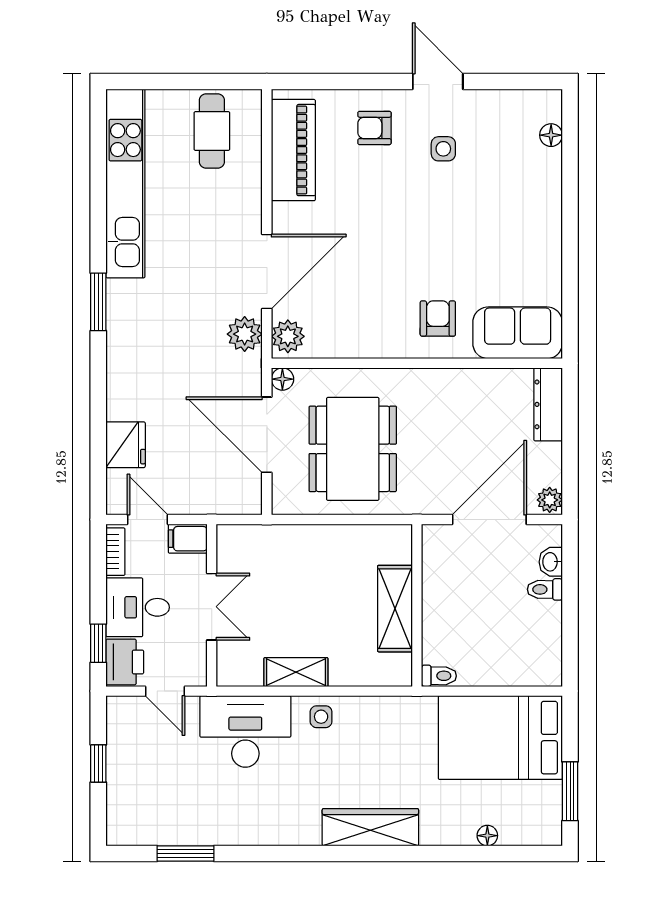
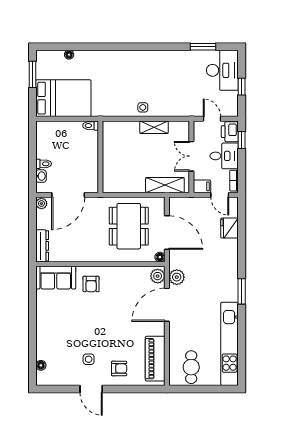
shelving: (395, 609) -> (165, 185), moved, turned 90
desk: (245, 731) -> (222, 70), moved, turned -90
wardrobe: (370, 827) -> (121, 58), removed

